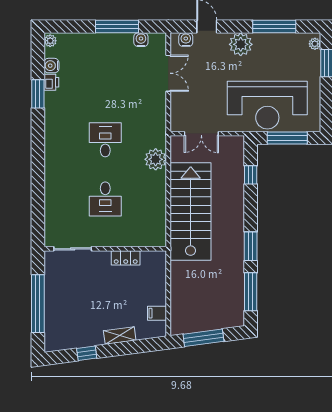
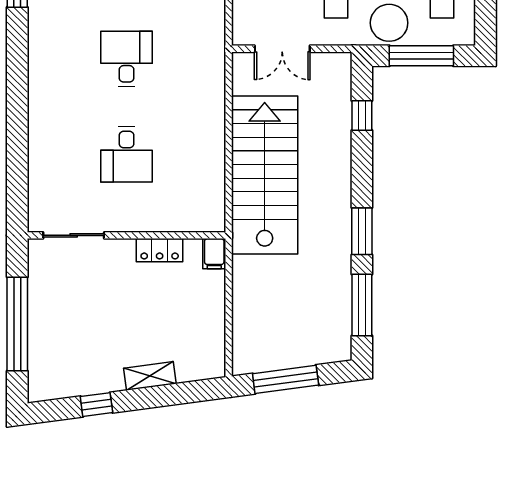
plant: (156, 159) -> (208, 90), removed
filing cabinet: (157, 313) -> (214, 254), moved, turned -90

